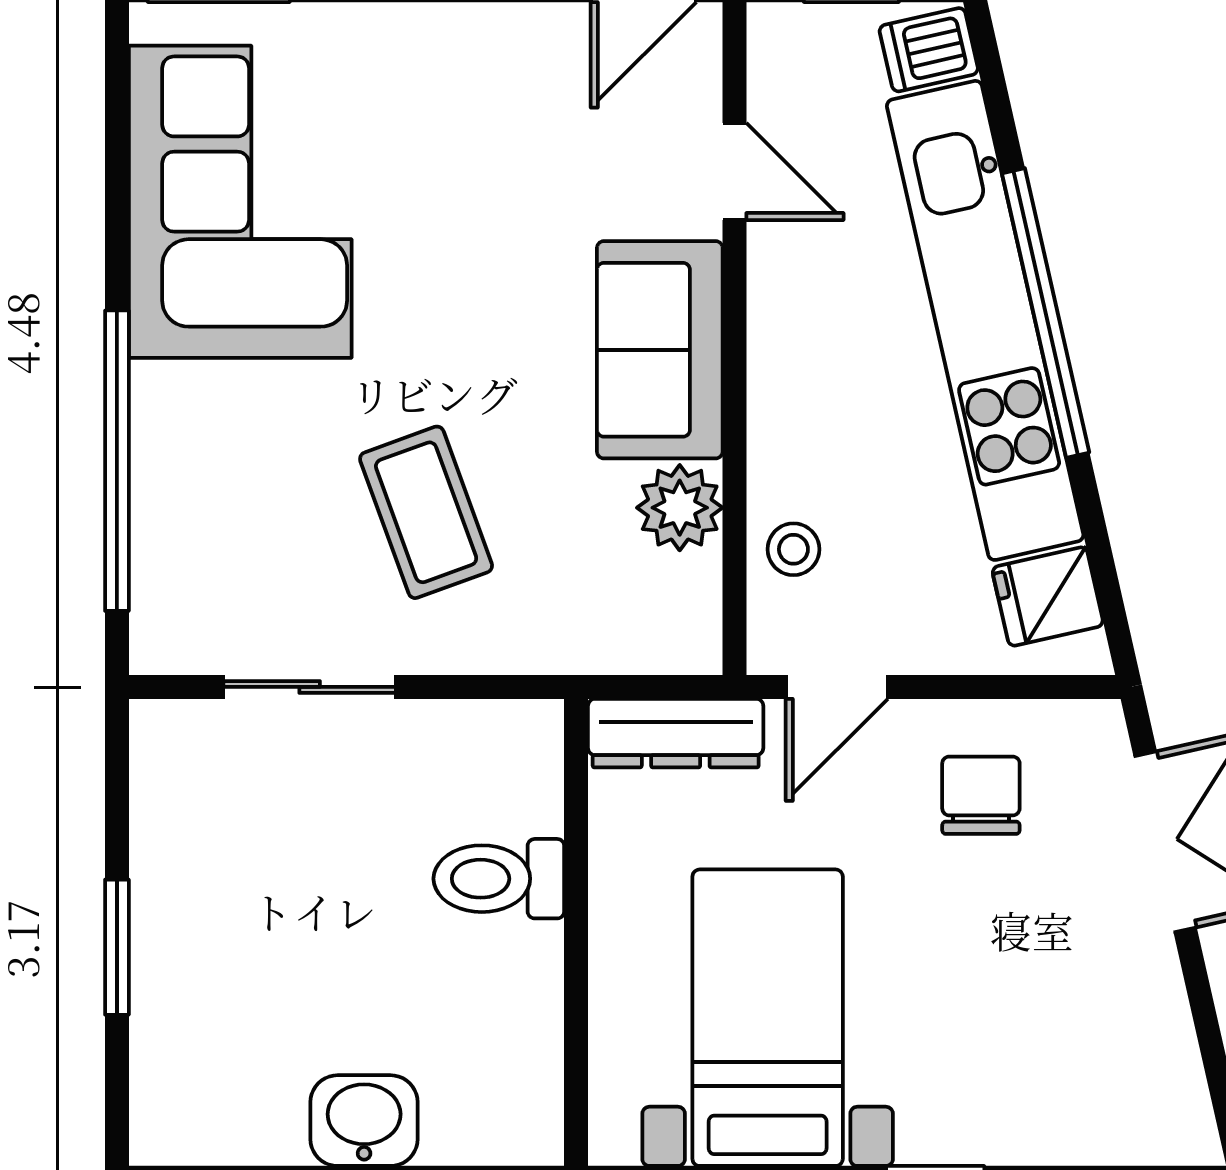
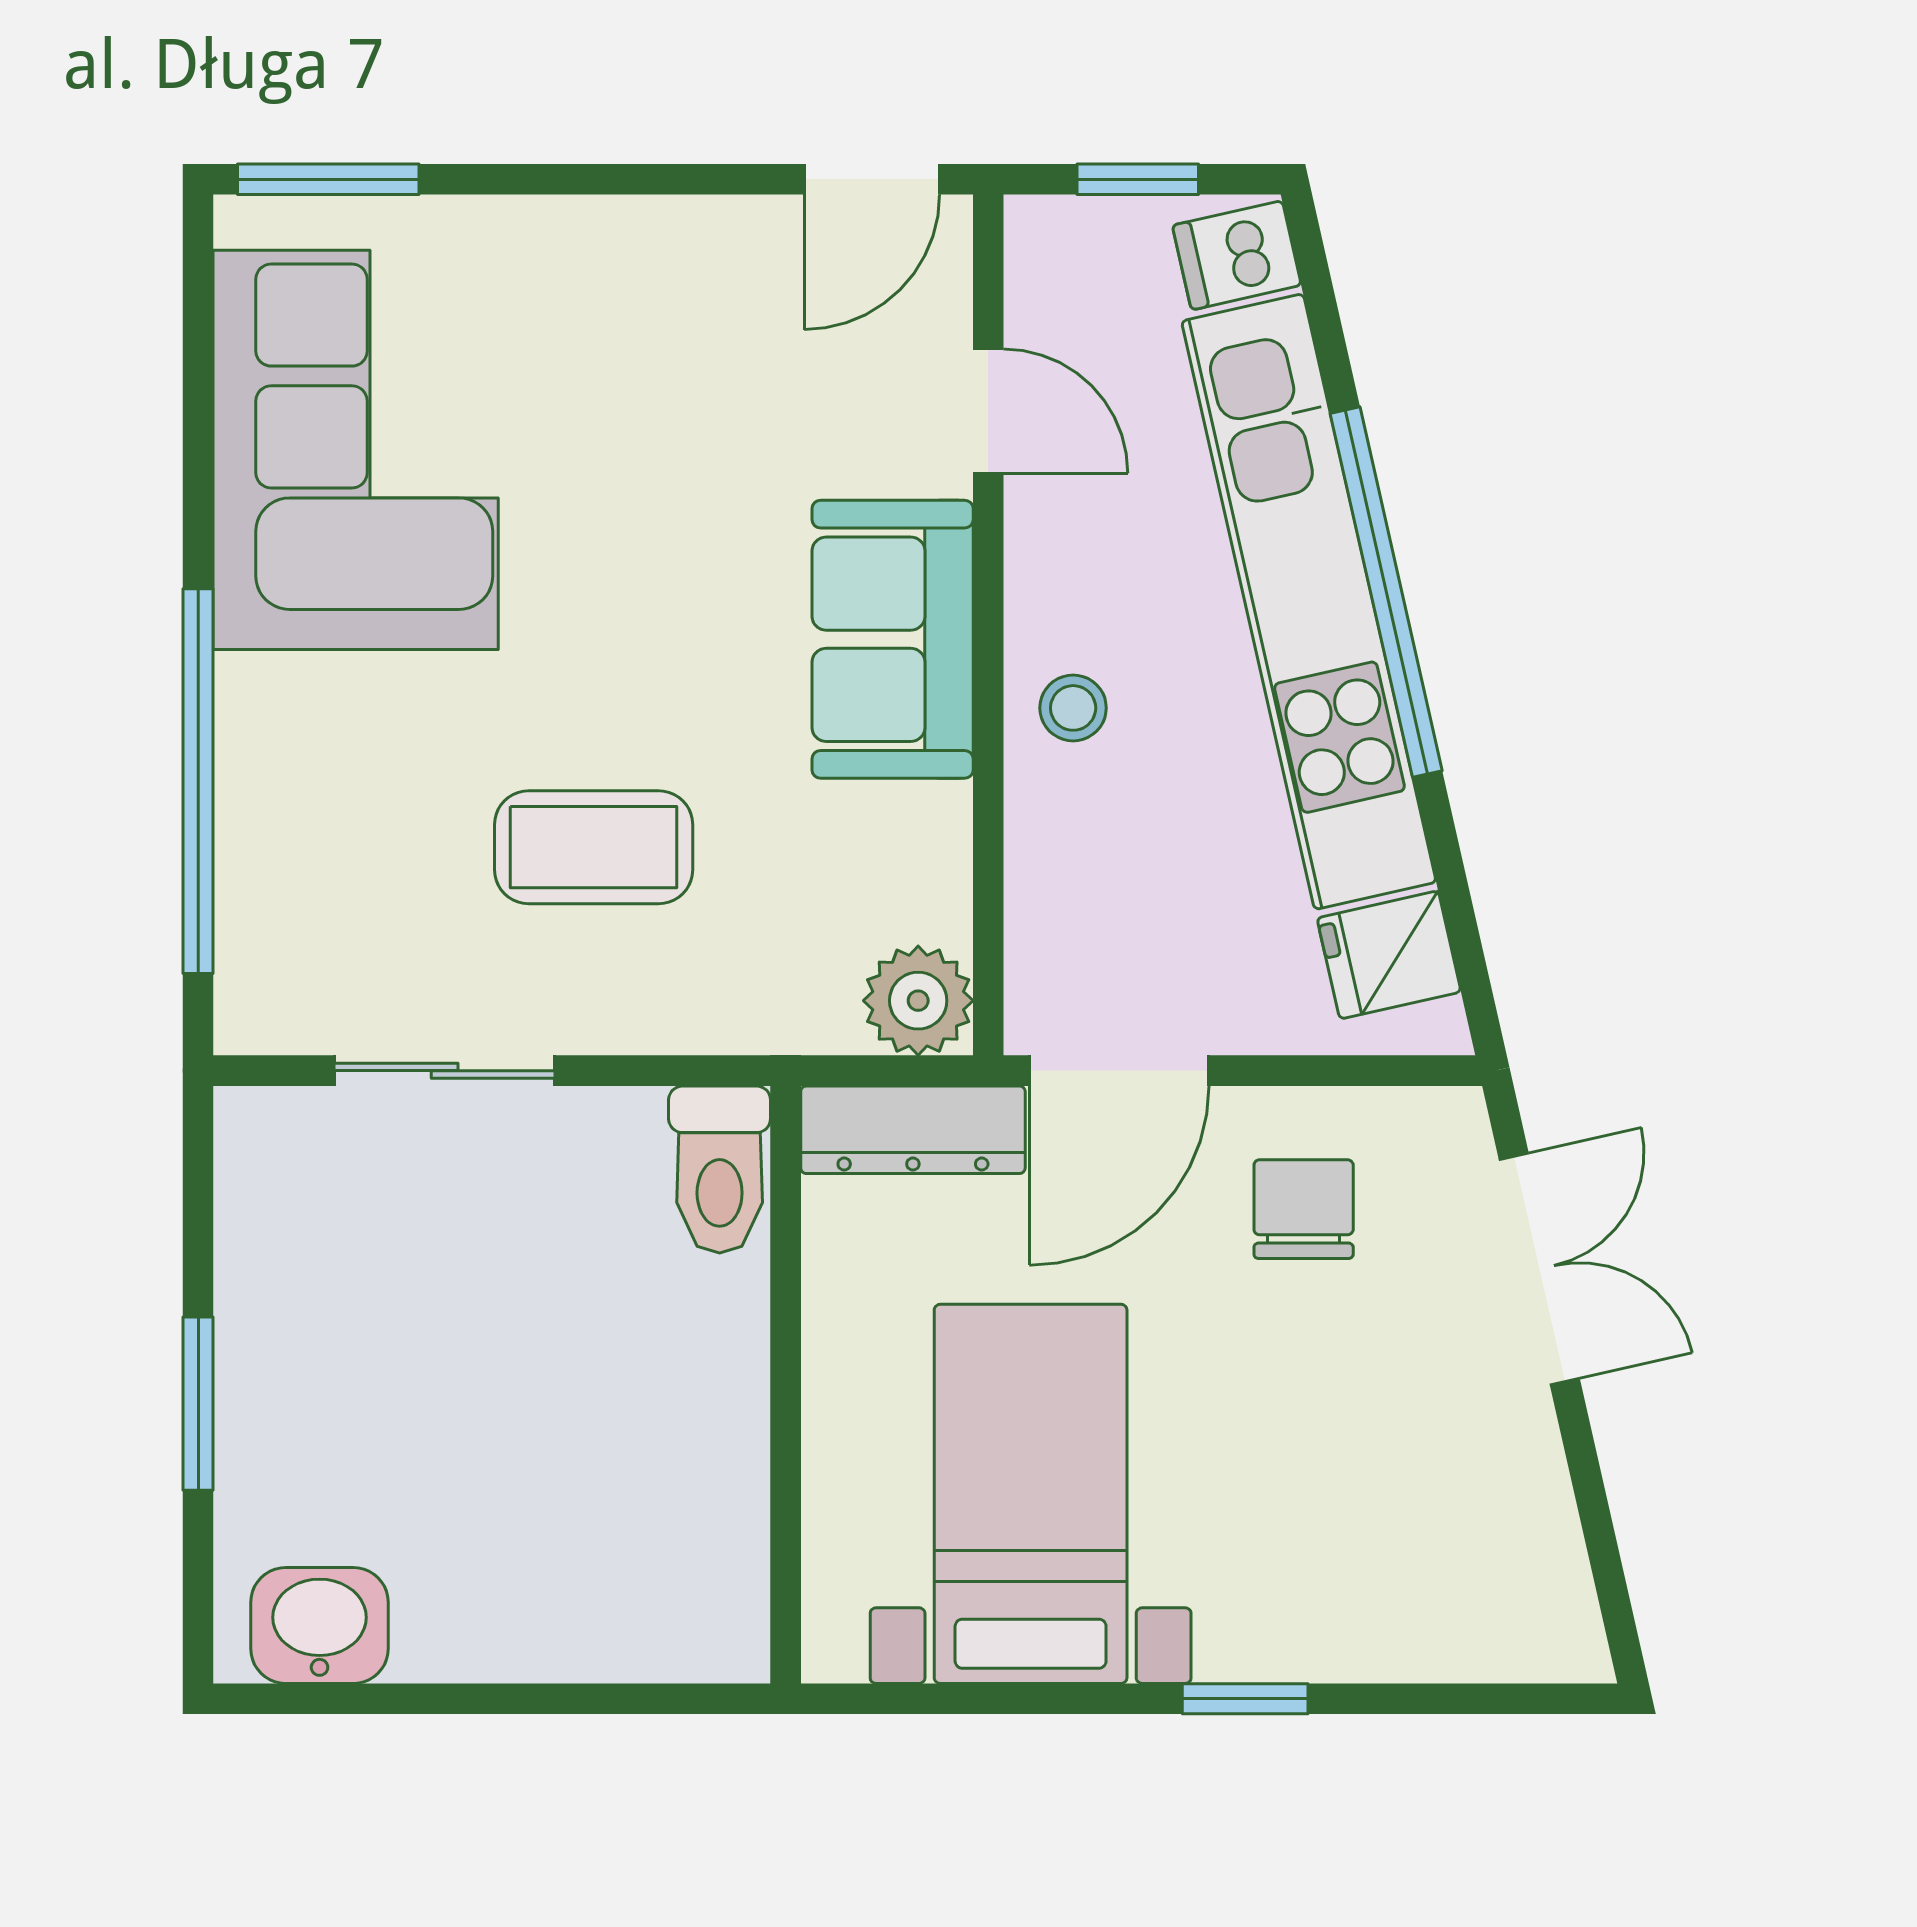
plant: (680, 508) -> (918, 1001), moved
coffee table: (426, 512) -> (594, 847), turned -70
stool: (793, 549) -> (1073, 708), moved
door: (837, 687) -> (1119, 1071), width x1.38
toilet: (499, 879) -> (720, 1170), moved, turned -90
washbasin: (364, 1121) -> (320, 1625), moved

